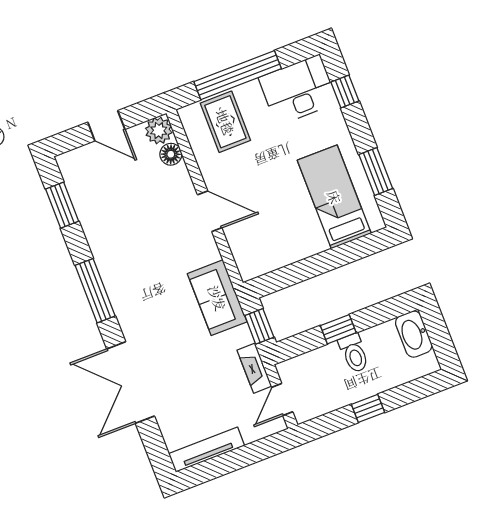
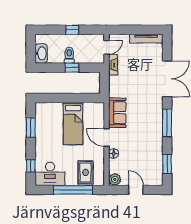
floor lamp: (171, 154) -> (114, 153), moved
bed: (334, 197) -> (73, 124), moved
sofa: (217, 298) -> (117, 113), moved
window: (259, 326) -> (104, 82), removed

